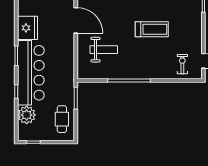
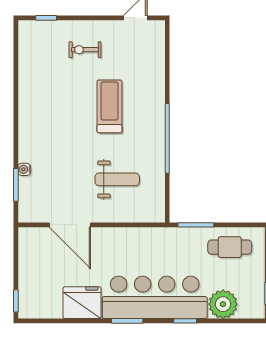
door: (76, 20) -> (70, 225), swing flipped
treadmill: (152, 29) -> (109, 106), moved
weight bench: (104, 50) -> (117, 179), turned 90
exercise bike: (182, 64) -> (85, 50), moved

